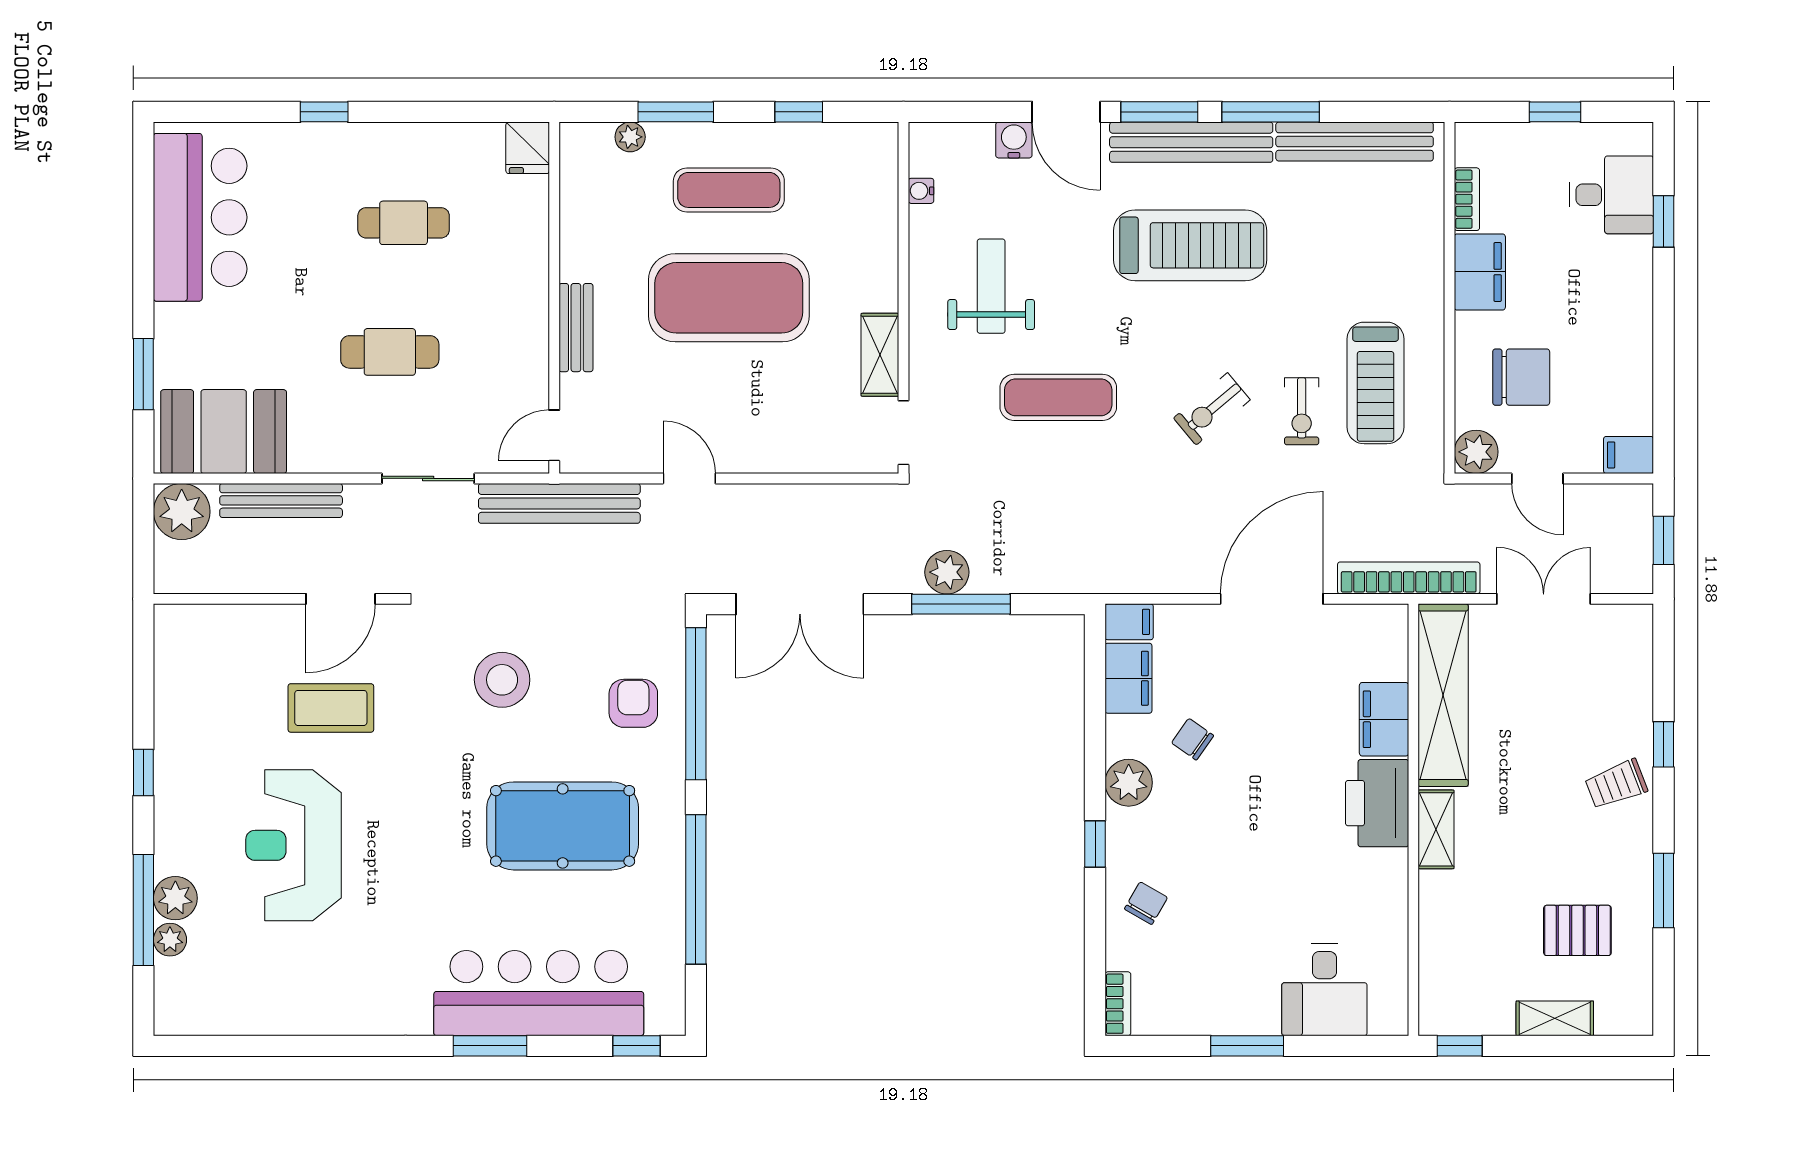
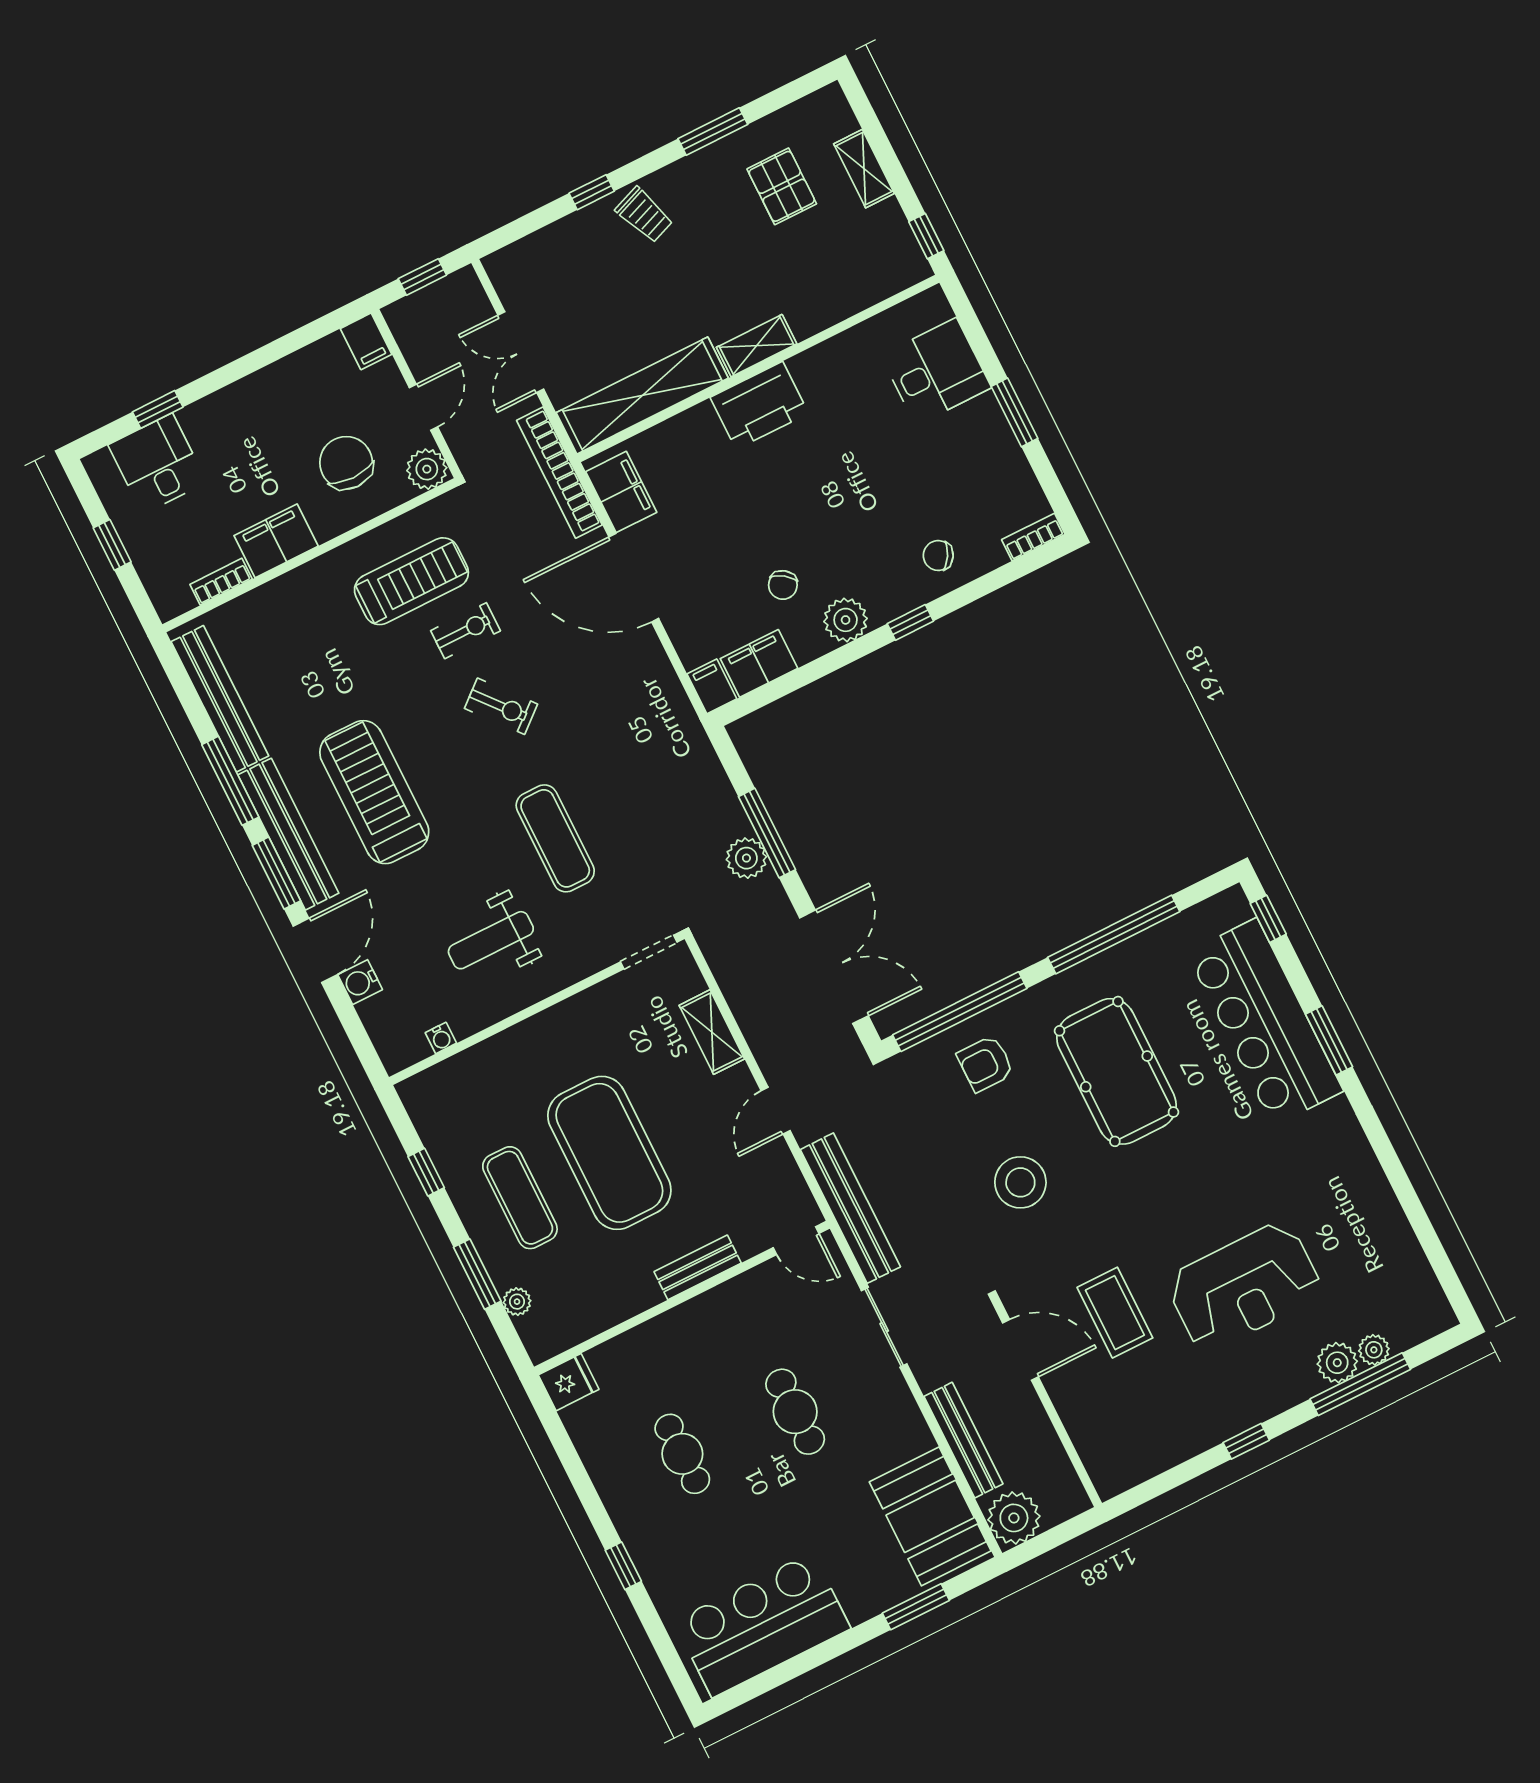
shelving: (880, 355) -> (712, 1032), moved, turned 90
filing cabinet: (1384, 719) -> (621, 492), moved, turned -90

